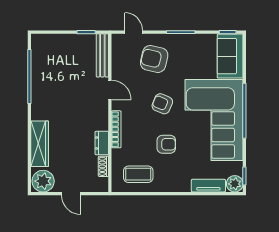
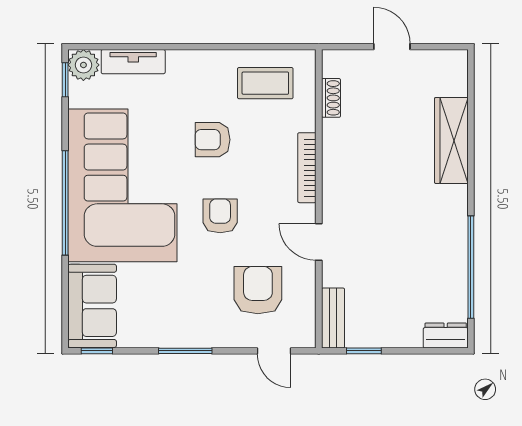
bench: (102, 55) -> (333, 318), width x0.73
armchair: (154, 59) -> (258, 290), moved, turned -103
armchair: (162, 104) -> (220, 216), turned -113
dresser: (102, 143) -> (446, 336), moved, turned -90
plant: (43, 181) -> (445, 70), removed

